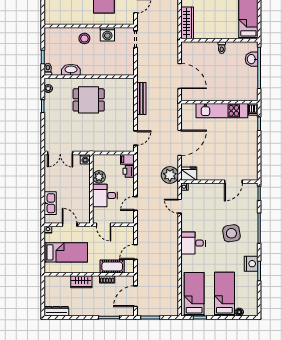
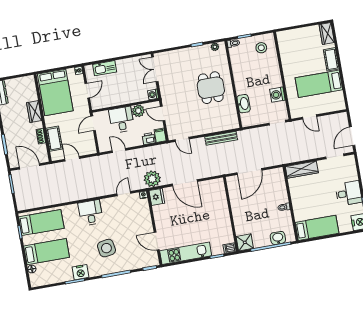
stool: (84, 38) -> (261, 48), moved
washbasin: (71, 70) -> (244, 104), moved
shower: (250, 93) -> (245, 242), added
kitchen unit: (222, 111) -> (186, 253), moved, turned 90
door: (106, 153) -> (163, 113), added
bed: (66, 252) -> (55, 92), width x1.50

